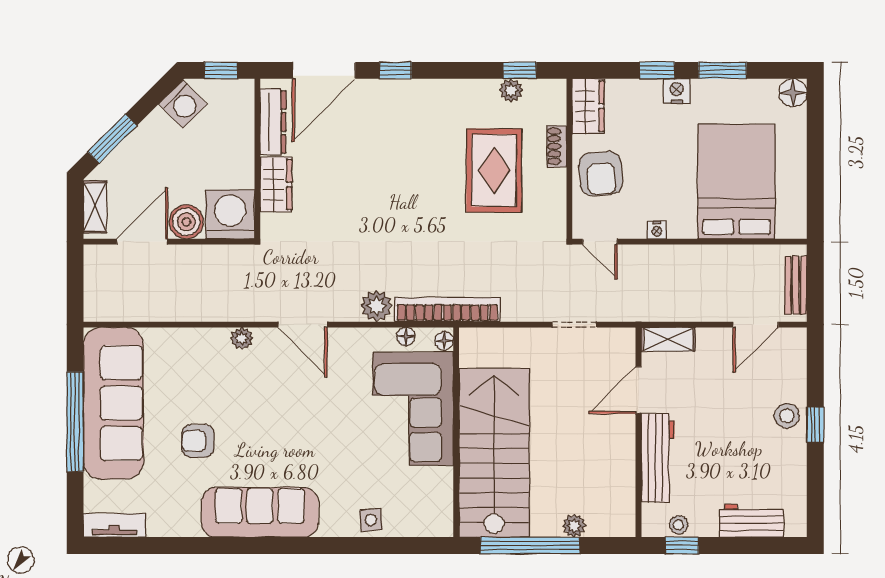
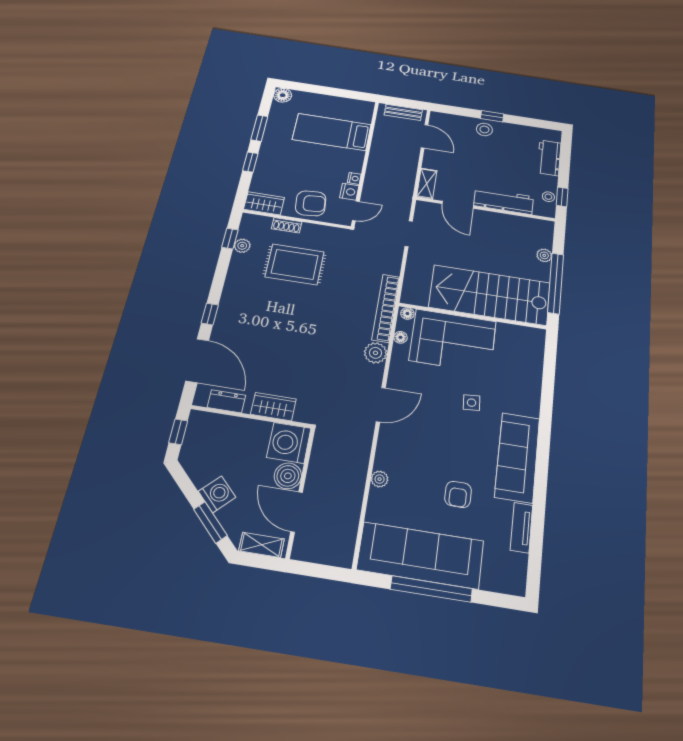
nightstand: (677, 91) -> (349, 192), moved, turned 180
washing machine: (183, 104) -> (217, 494), moved
dresser: (273, 122) -> (226, 401), width x0.70
bed: (736, 182) -> (332, 132), width x0.67
plant: (242, 338) -> (380, 479), moved
side table: (371, 520) -> (472, 403), moved
tv unit: (114, 525) -> (521, 528), moved

